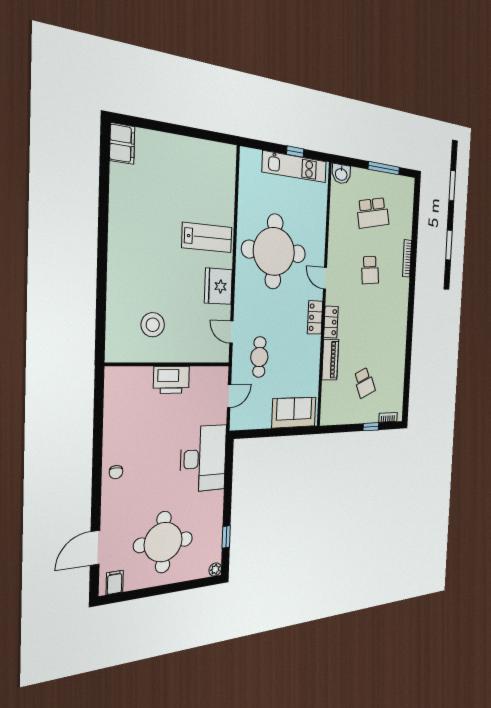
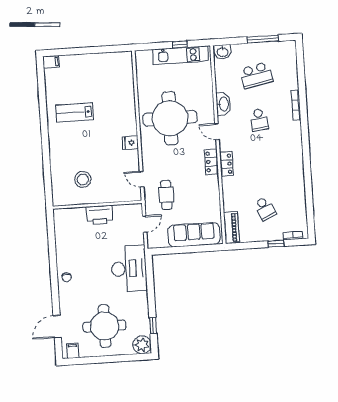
filing cabinet: (122, 144) -> (51, 62), width x0.50
lab bench: (207, 237) -> (74, 112), moved, turned 180
washbasin: (335, 243) -> (223, 104), added
fridge: (218, 286) -> (130, 143), width x0.53, depth x0.75
piano: (330, 360) -> (231, 228), moved
sofa: (294, 412) -> (194, 235), width x1.36
plant: (215, 569) -> (142, 345), width x1.87, depth x1.87

